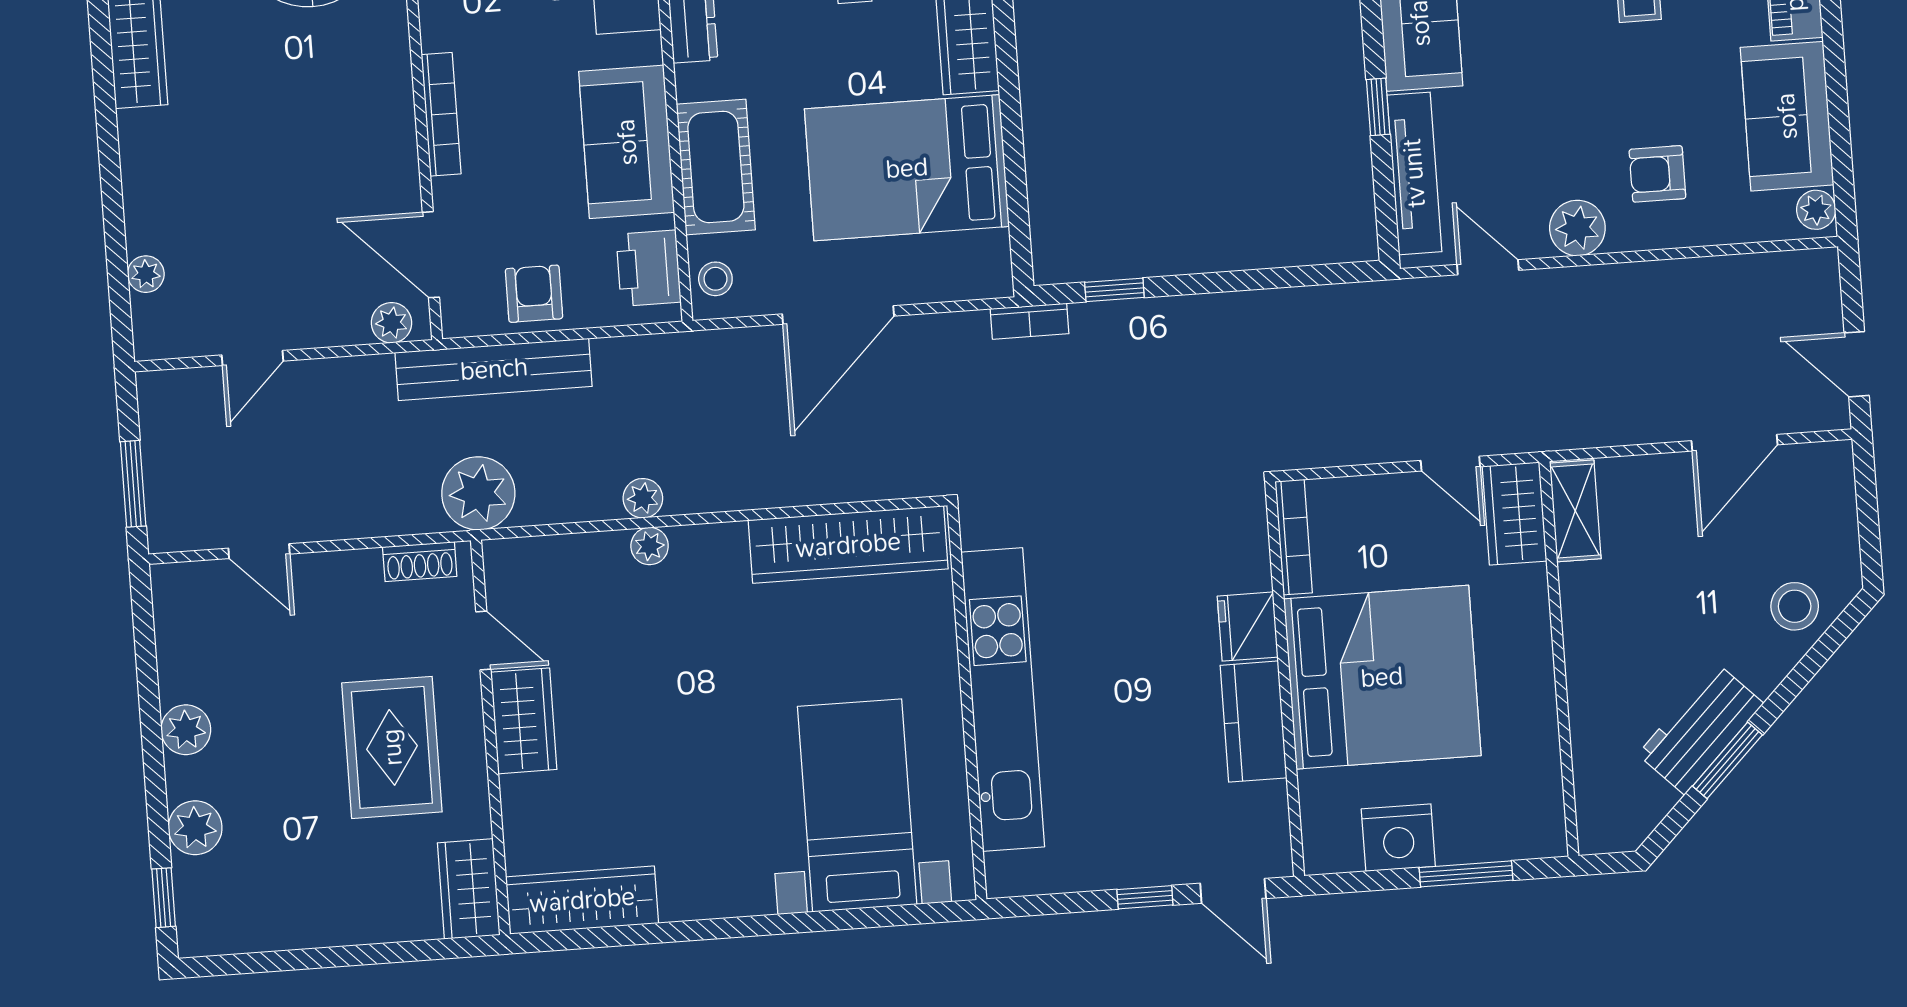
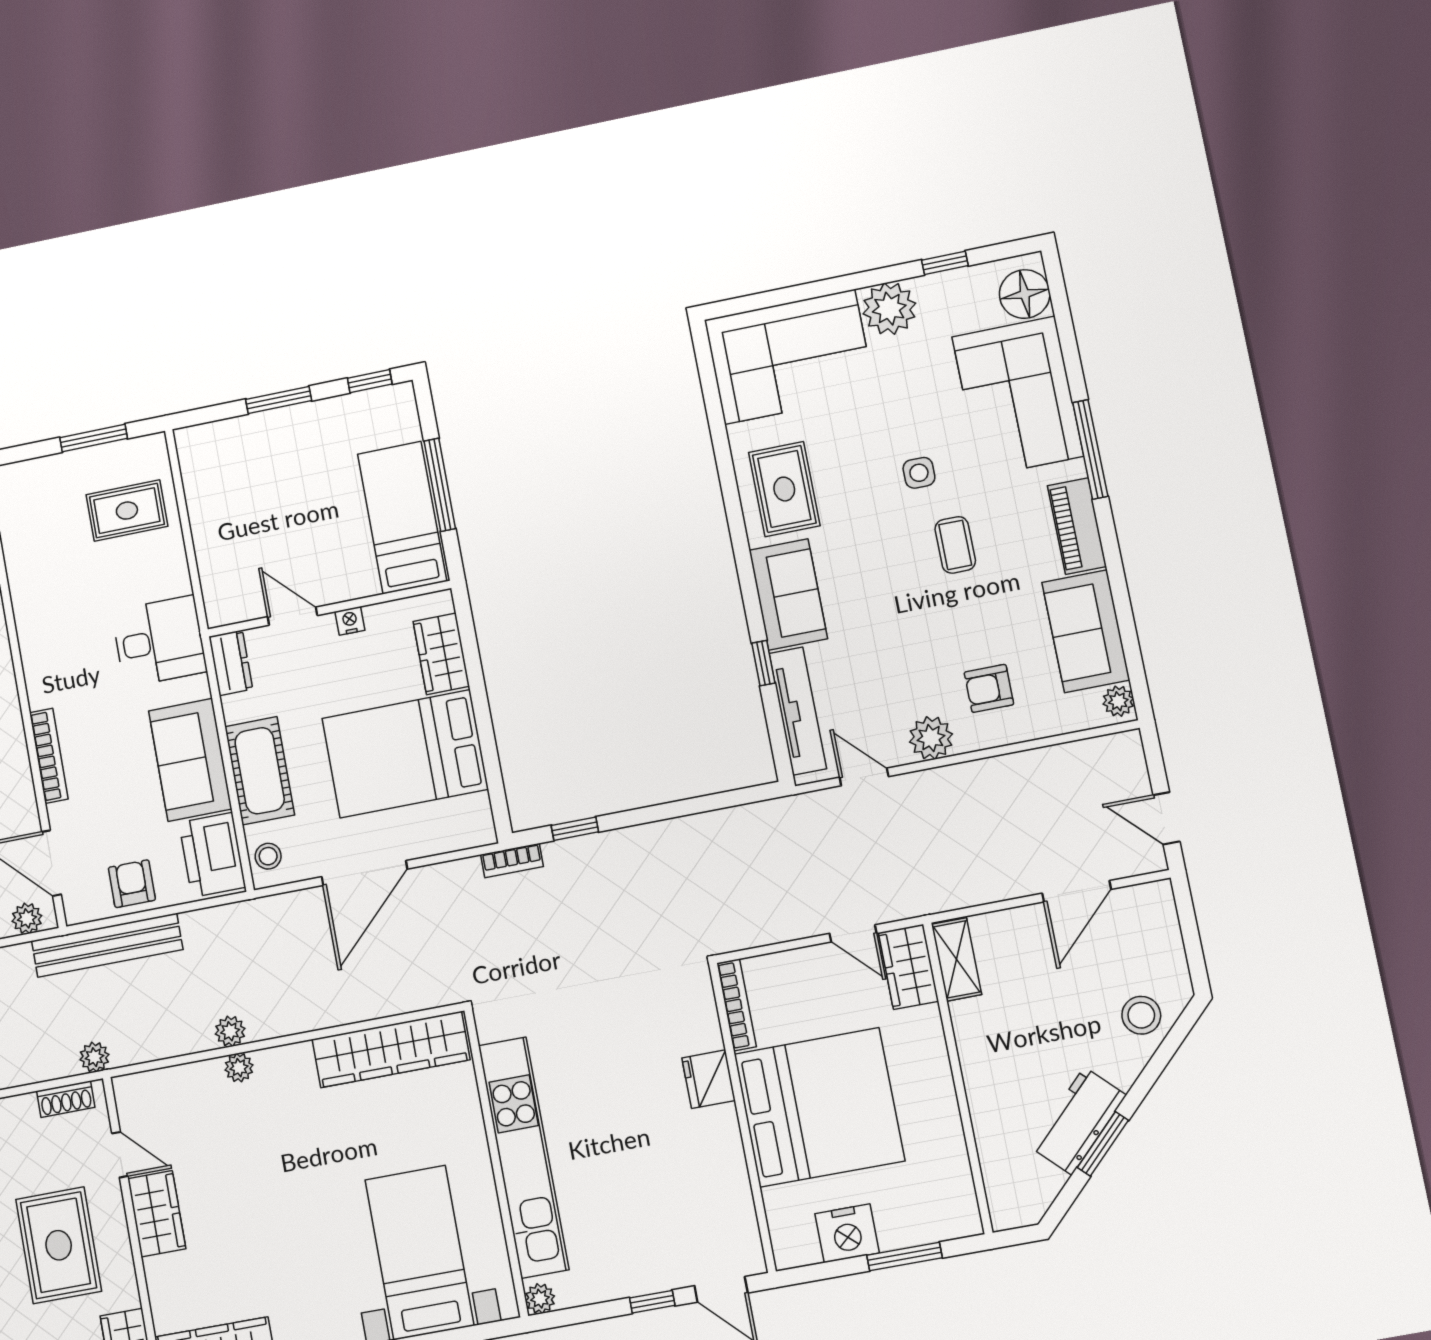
printer: (649, 268) -> (212, 855), width x1.37, depth x1.19
plant: (478, 493) -> (94, 1057), width x0.53, depth x0.53
kitchen counter: (1254, 722) -> (722, 1153), removed
plant: (1004, 879) -> (540, 1299), added

